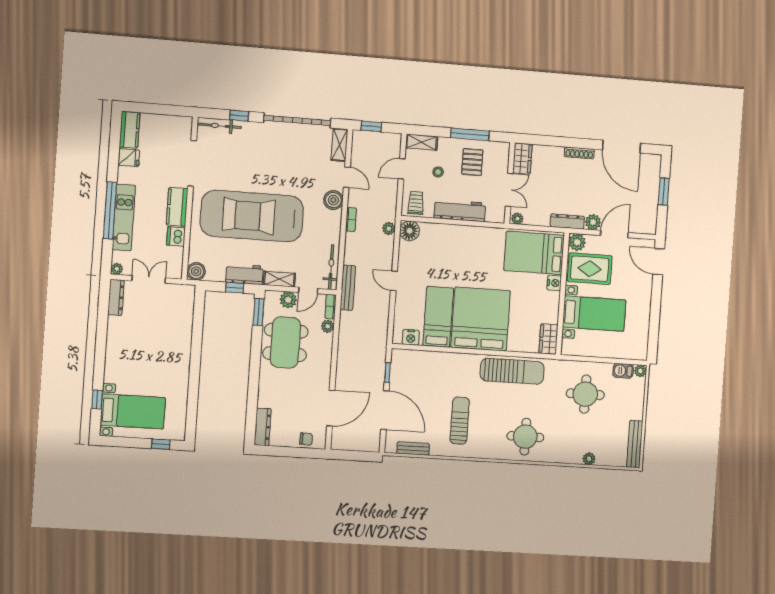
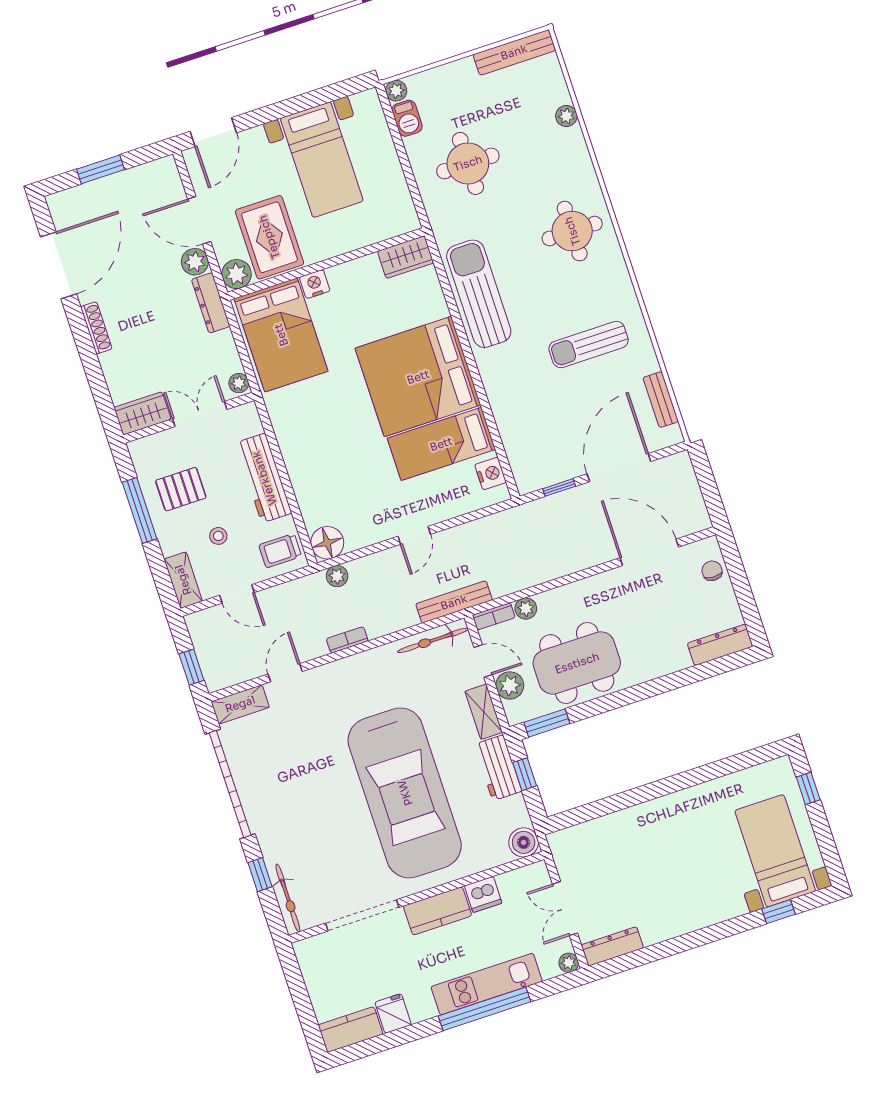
boiler: (333, 200) -> (329, 679), removed
bed with nightstands: (594, 314) -> (322, 160), moved, turned 180

